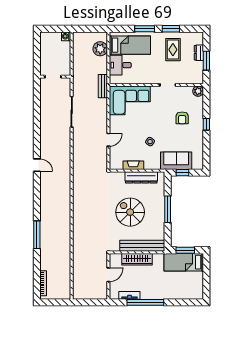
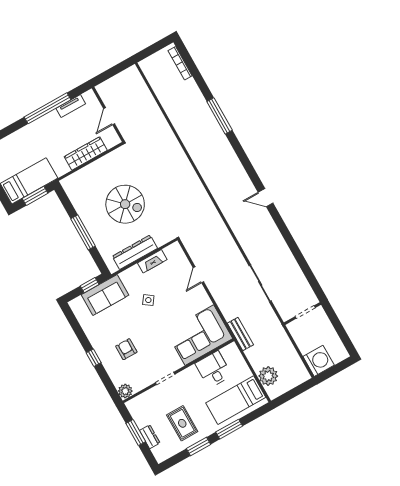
washing machine: (66, 36) -> (319, 361), width x1.89, depth x1.89
desk: (120, 65) -> (213, 369), moved, turned -90
bench: (142, 246) -> (89, 173), removed

